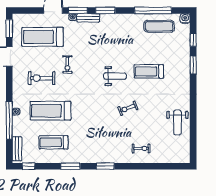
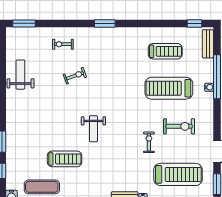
treadmill: (149, 71) -> (65, 159), moved
weight bench: (115, 76) -> (93, 129), turned -90
exercise bike: (128, 108) -> (75, 76), moved
treadmill: (50, 111) -> (169, 88), turned 180
window: (70, 166) -> (24, 23), moved

